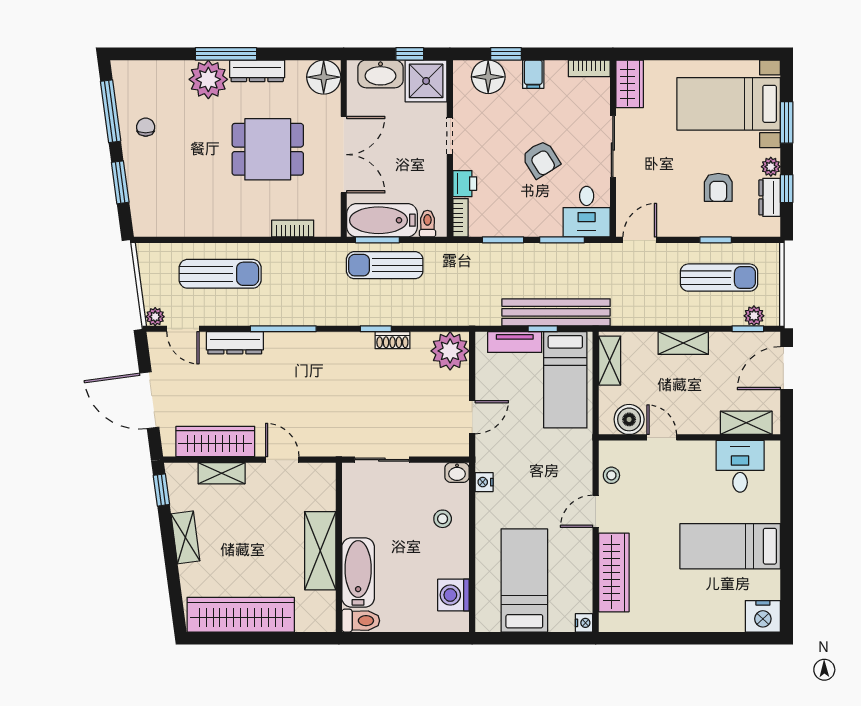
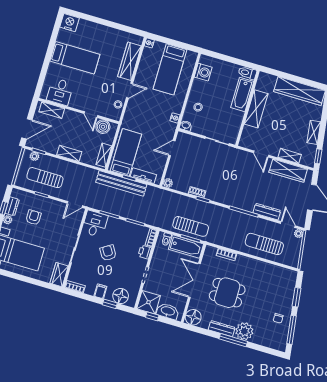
plant: (450, 351) -> (168, 183), width x0.53, depth x0.53

